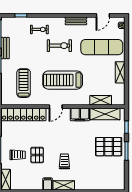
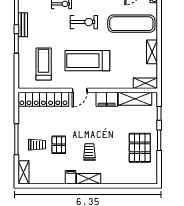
shelving: (101, 100) -> (145, 83), moved
pallet: (109, 147) -> (140, 148), moved, turned 90

